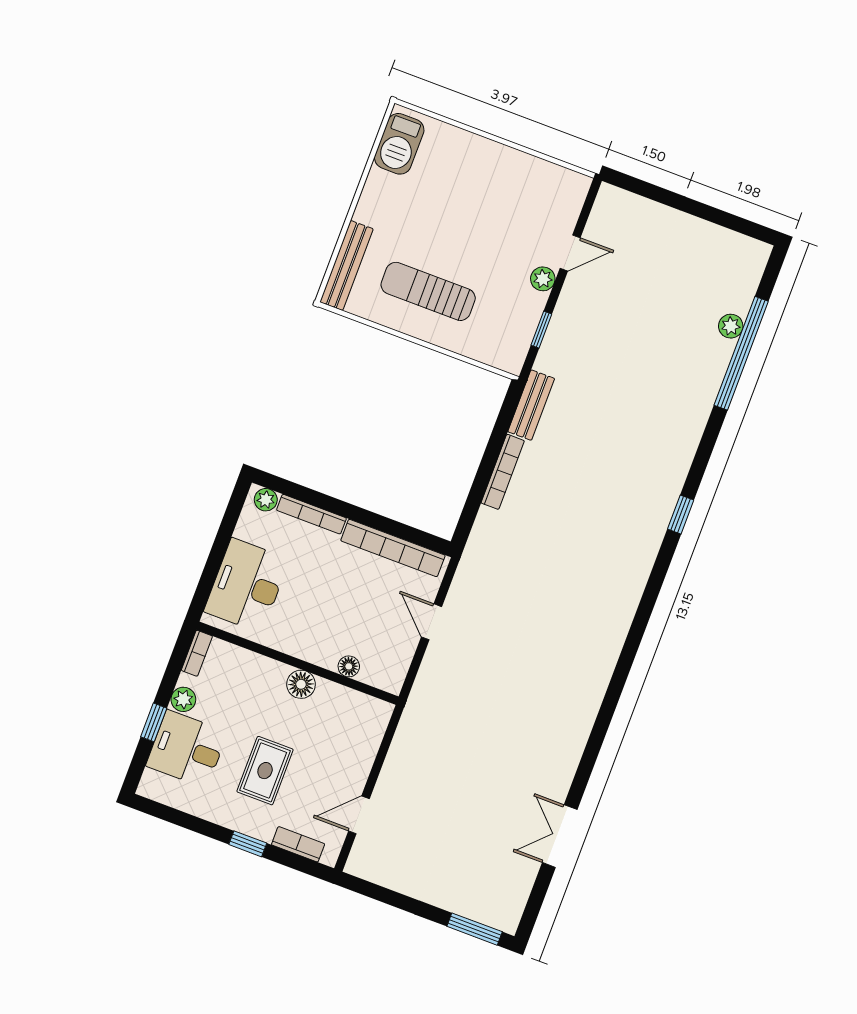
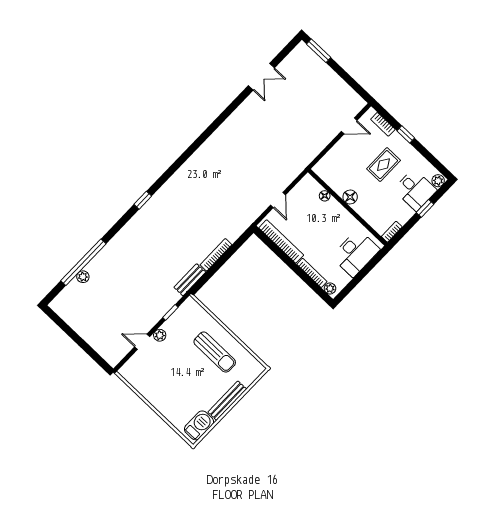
bench: (346, 265) -> (227, 401), moved
plant: (183, 699) -> (438, 181), moved

